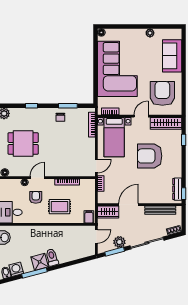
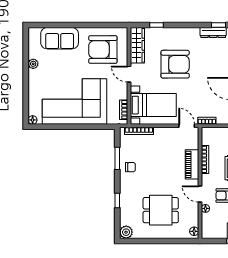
dining table: (23, 144) -> (161, 210), turned 90
armchair: (150, 156) -> (175, 64), turned -90
piano: (63, 171) -> (192, 164), added

